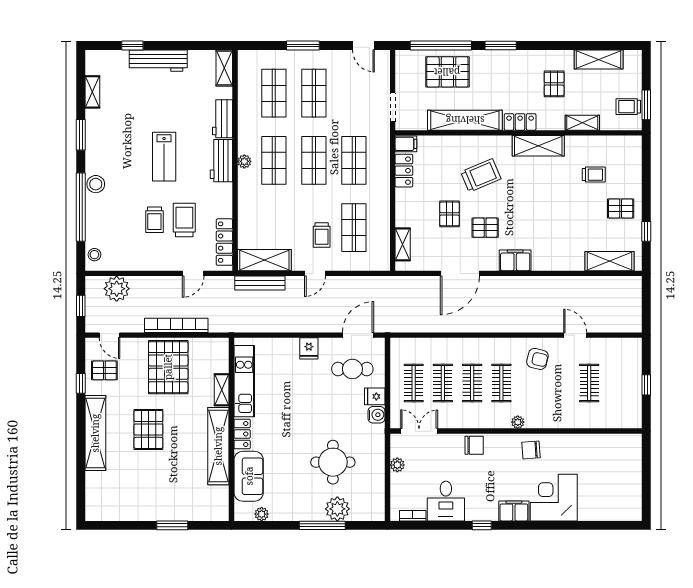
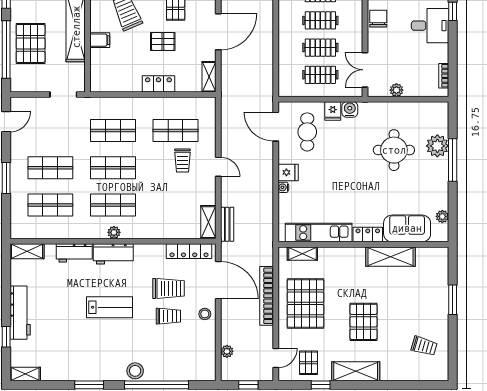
shelving: (92, 92) -> (25, 374), moved
filing cabinet: (406, 144) -> (100, 40), moved, turned 90
locker: (404, 171) -> (158, 84), moved
trolley: (184, 220) -> (168, 288), turned 180
trolley: (322, 235) -> (182, 161), turned 90
shelving: (403, 244) -> (209, 77), moved, turned 90
stool: (94, 255) -> (205, 314), moved
shelving: (264, 260) -> (208, 222), width x0.67, depth x0.75
door: (193, 273) -> (218, 280), width x1.87
door: (460, 273) -> (218, 32), hinge flipped
bench: (260, 283) -> (227, 224), width x0.73
plant: (117, 289) -> (227, 351), width x0.53, depth x0.53
water cooler: (293, 343) -> (283, 187), added
pallet: (168, 367) -> (306, 303), turned 90
shelving: (222, 390) -> (302, 254), moved
pallet: (148, 429) -> (363, 322), turned 90
shelving: (95, 433) -> (356, 371), width x0.68
shelving: (218, 446) -> (390, 257), width x0.68
trolley: (122, 495) -> (424, 346), added
desk: (446, 501) -> (430, 26), moved

